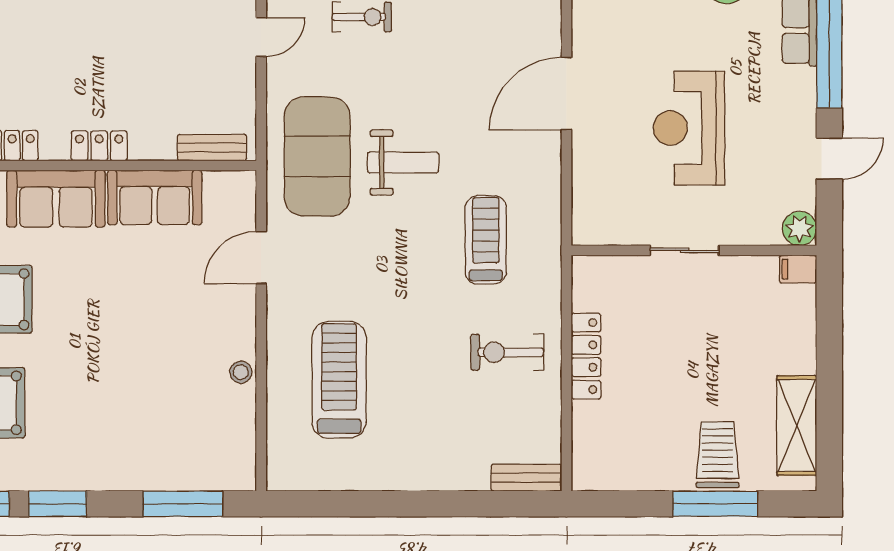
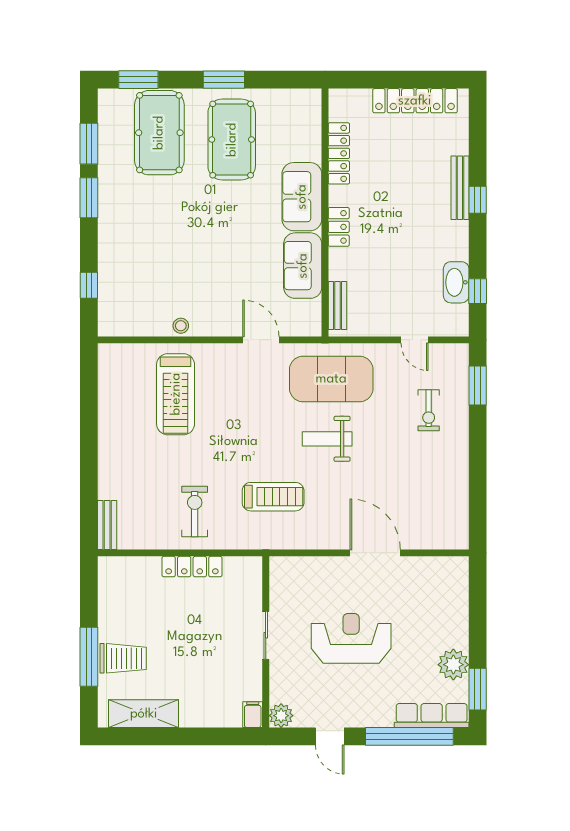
weight bench: (403, 162) -> (327, 439), turned 90
treadmill: (339, 380) -> (176, 394), turned 90
window: (183, 504) -> (89, 285), width x0.46

